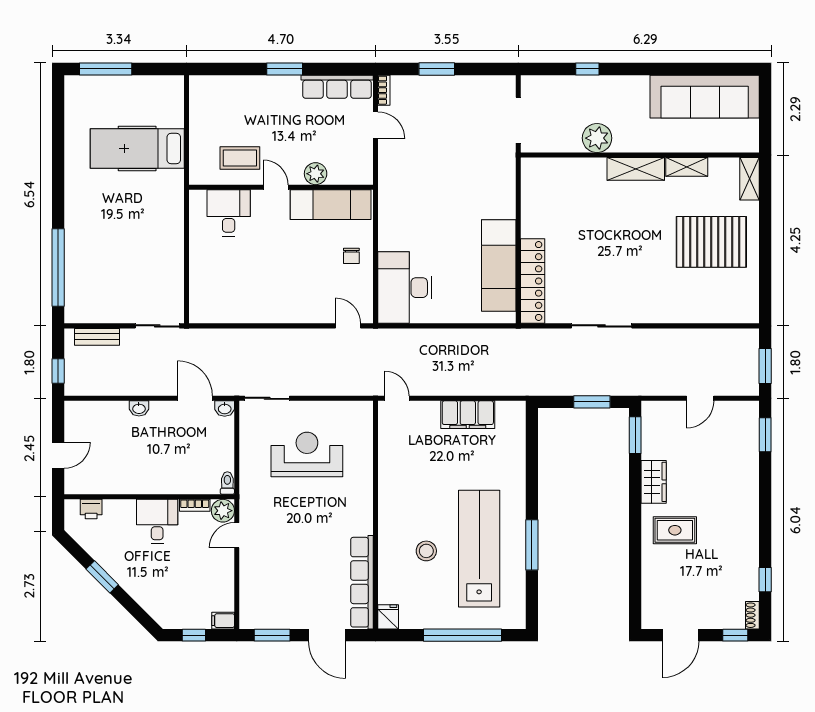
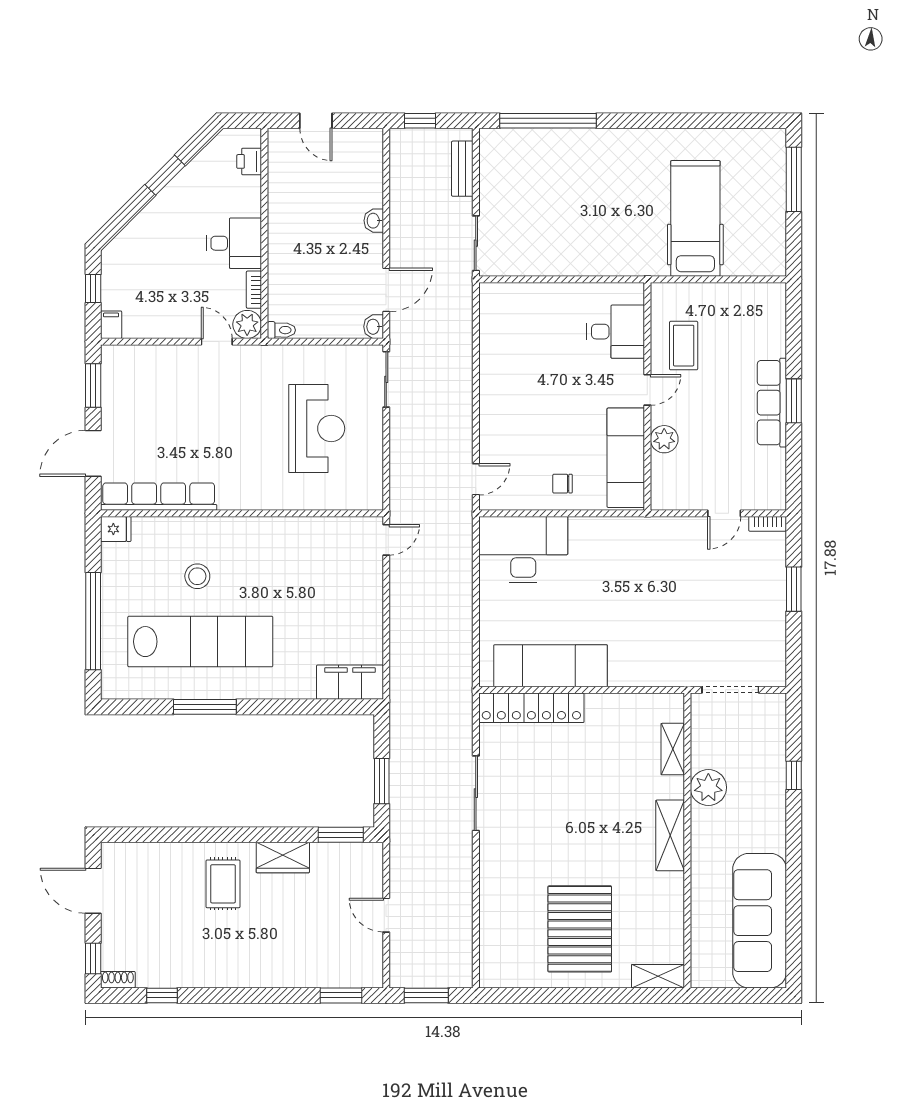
row of seats: (337, 87) -> (772, 403), moved
shelving: (687, 167) -> (673, 749), moved
filing cabinet: (468, 415) -> (350, 682), moved, turned 90

